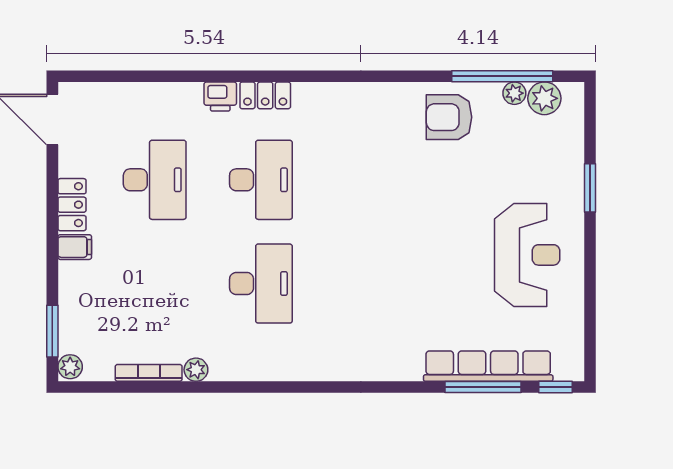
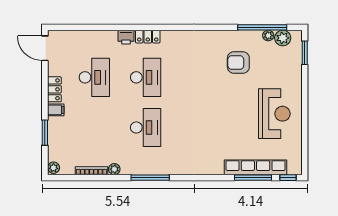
armchair: (449, 117) -> (238, 63), moved
window: (590, 188) -> (305, 53), moved
window: (52, 331) -> (45, 133), moved
window: (270, 387) -> (150, 178), added

